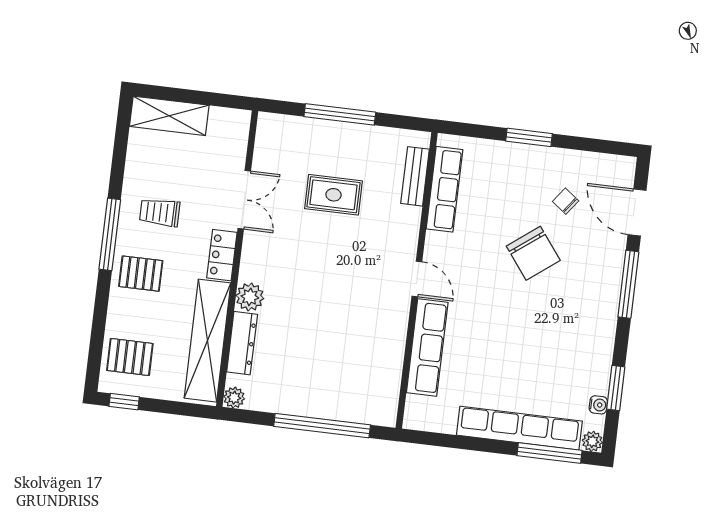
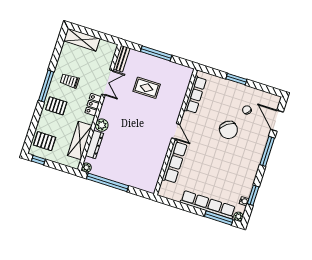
bench: (415, 176) -> (122, 59), moved
shelving: (208, 341) -> (80, 141), width x0.68
window: (322, 426) -> (107, 182), moved

